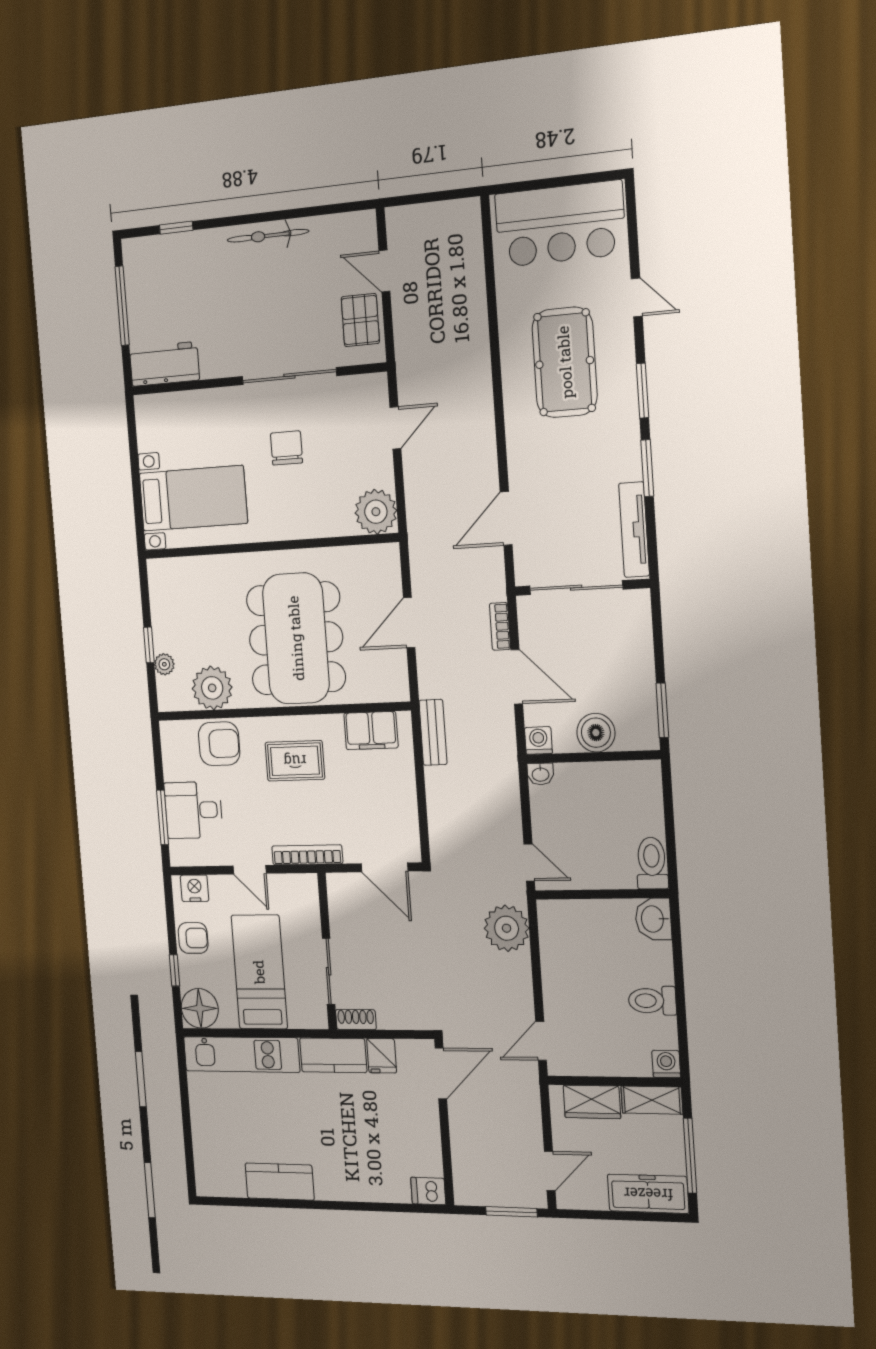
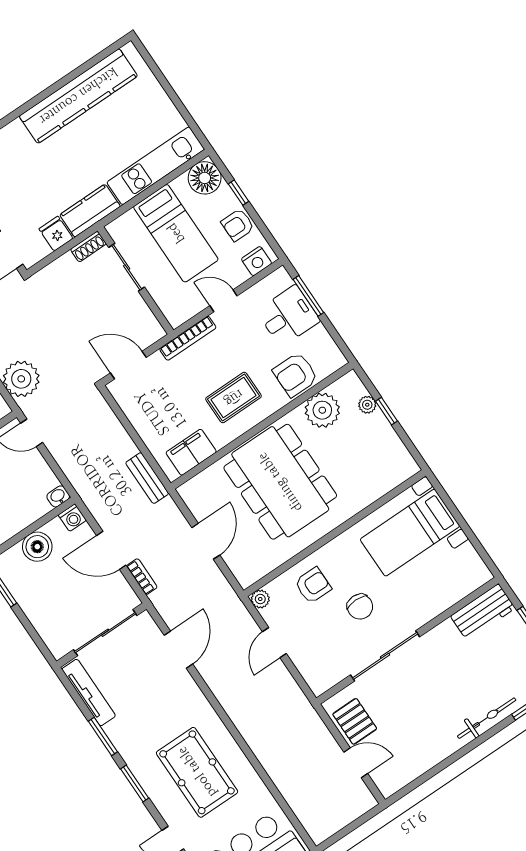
bicycle: (268, 236) -> (487, 718), moved
door: (395, 428) -> (274, 643), moved
armchair: (323, 502) -> (313, 585), added
plant: (376, 512) -> (260, 599), width x0.53, depth x0.53
kitchen counter: (280, 1182) -> (78, 96), width x2.08, depth x1.17

